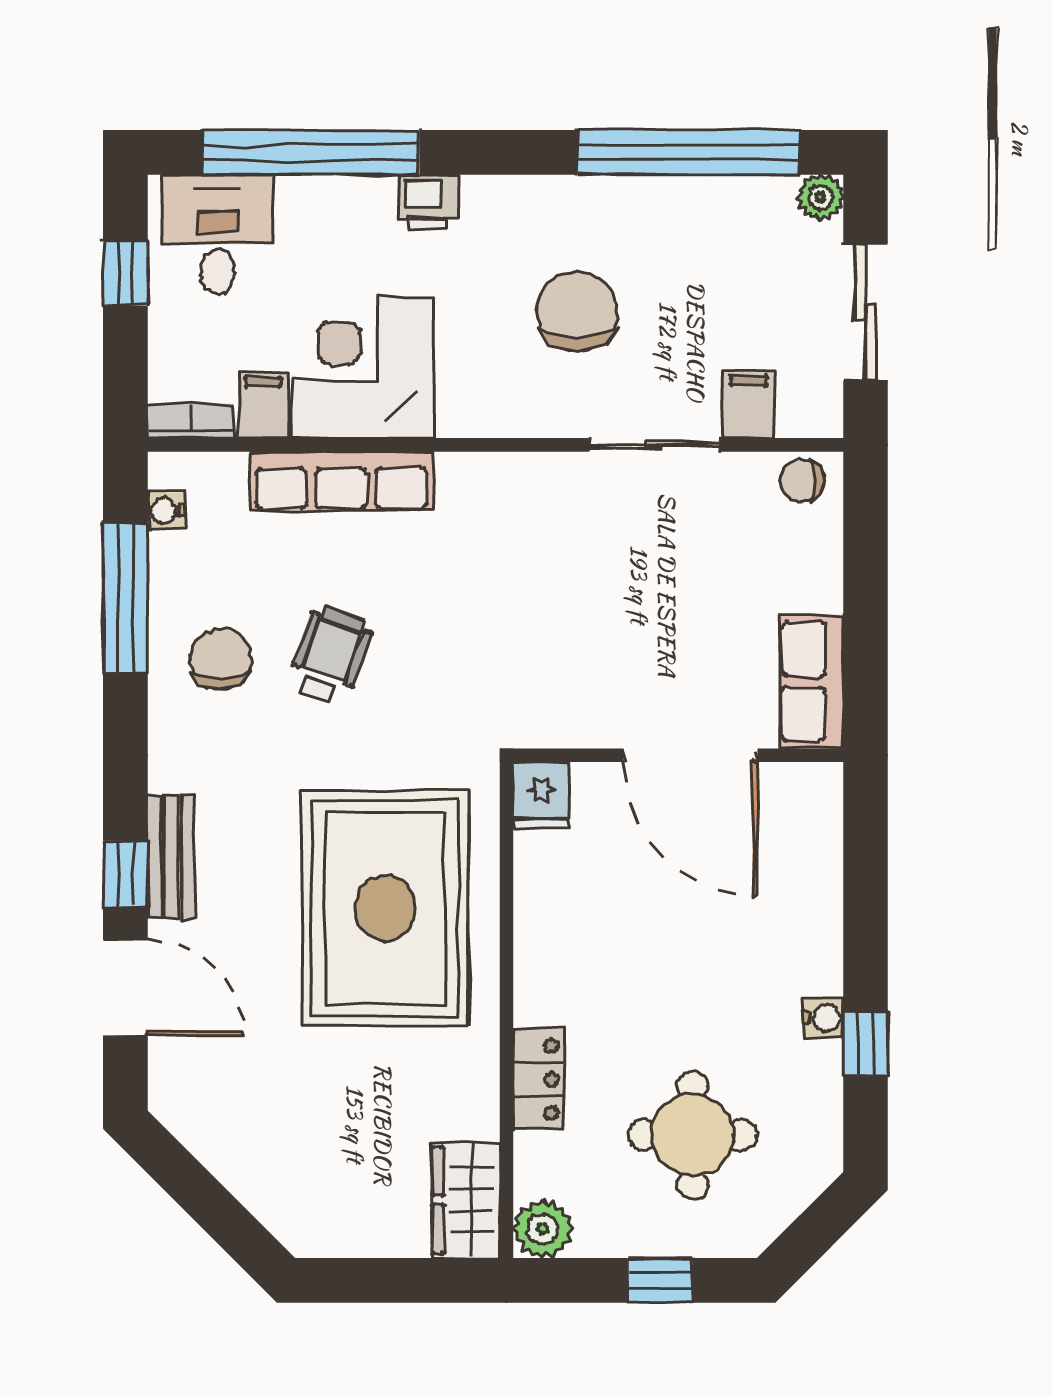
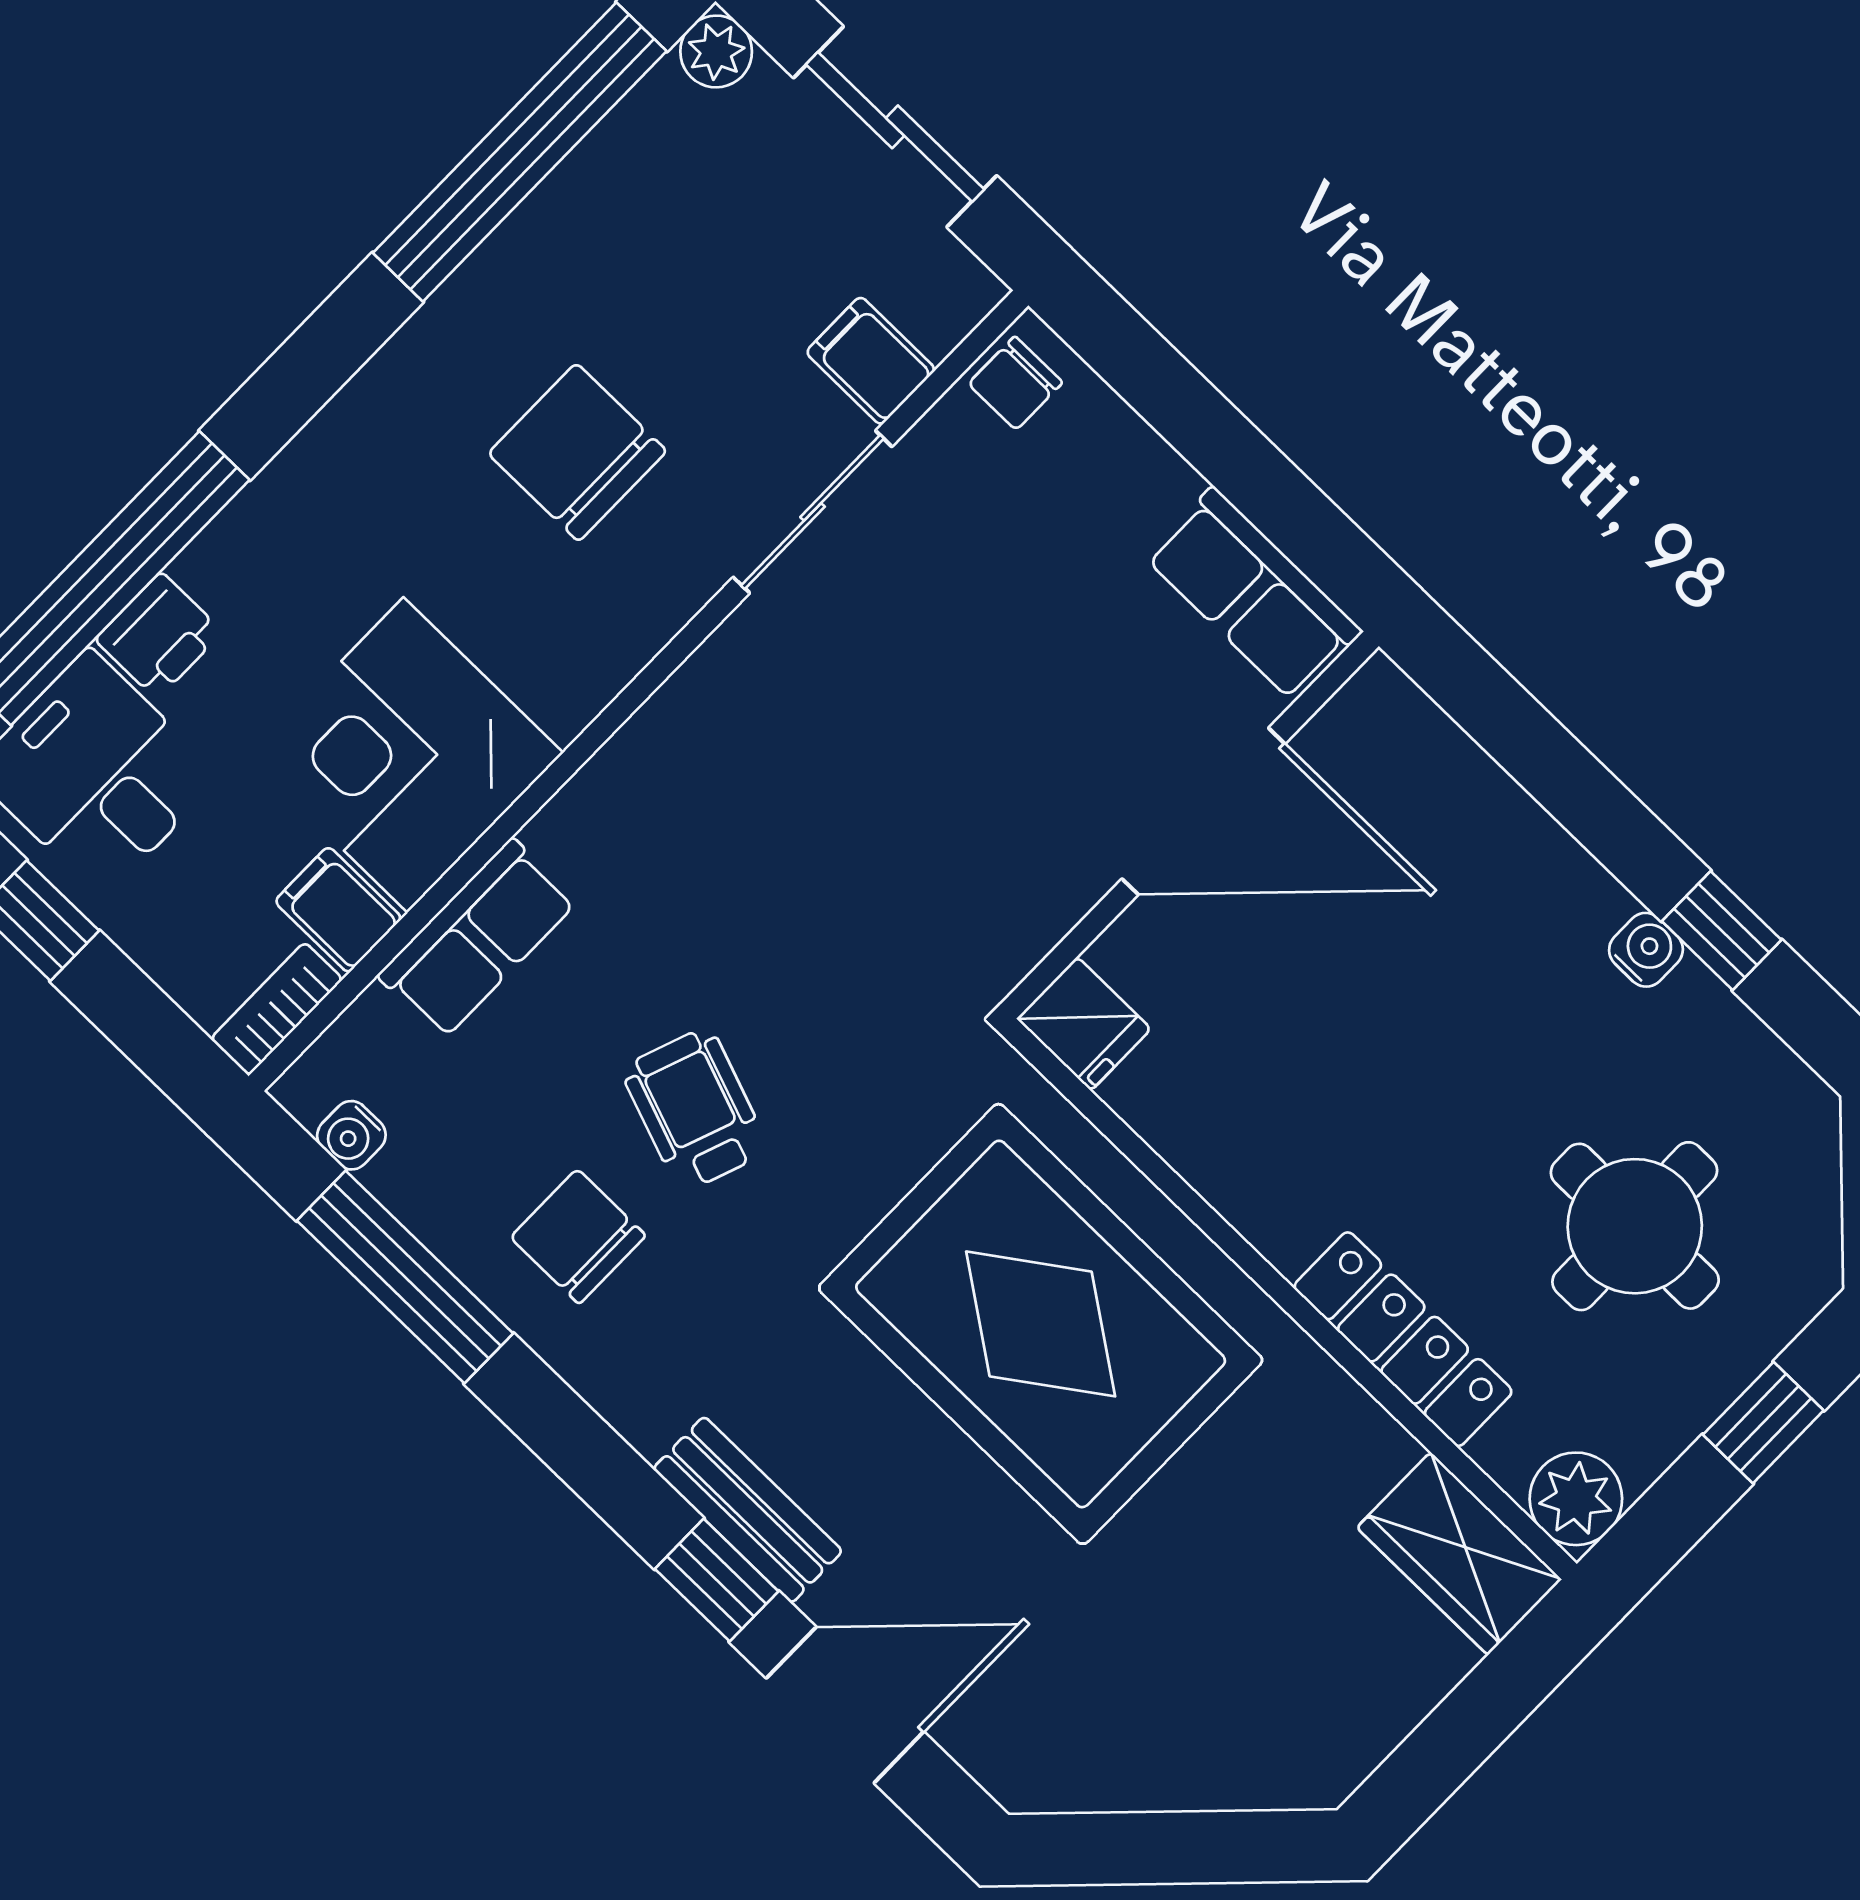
printer: (428, 202) -> (159, 636), moved
row of seats: (341, 481) -> (477, 939), width x0.68
locker: (539, 1080) -> (1403, 1339), width x1.53

